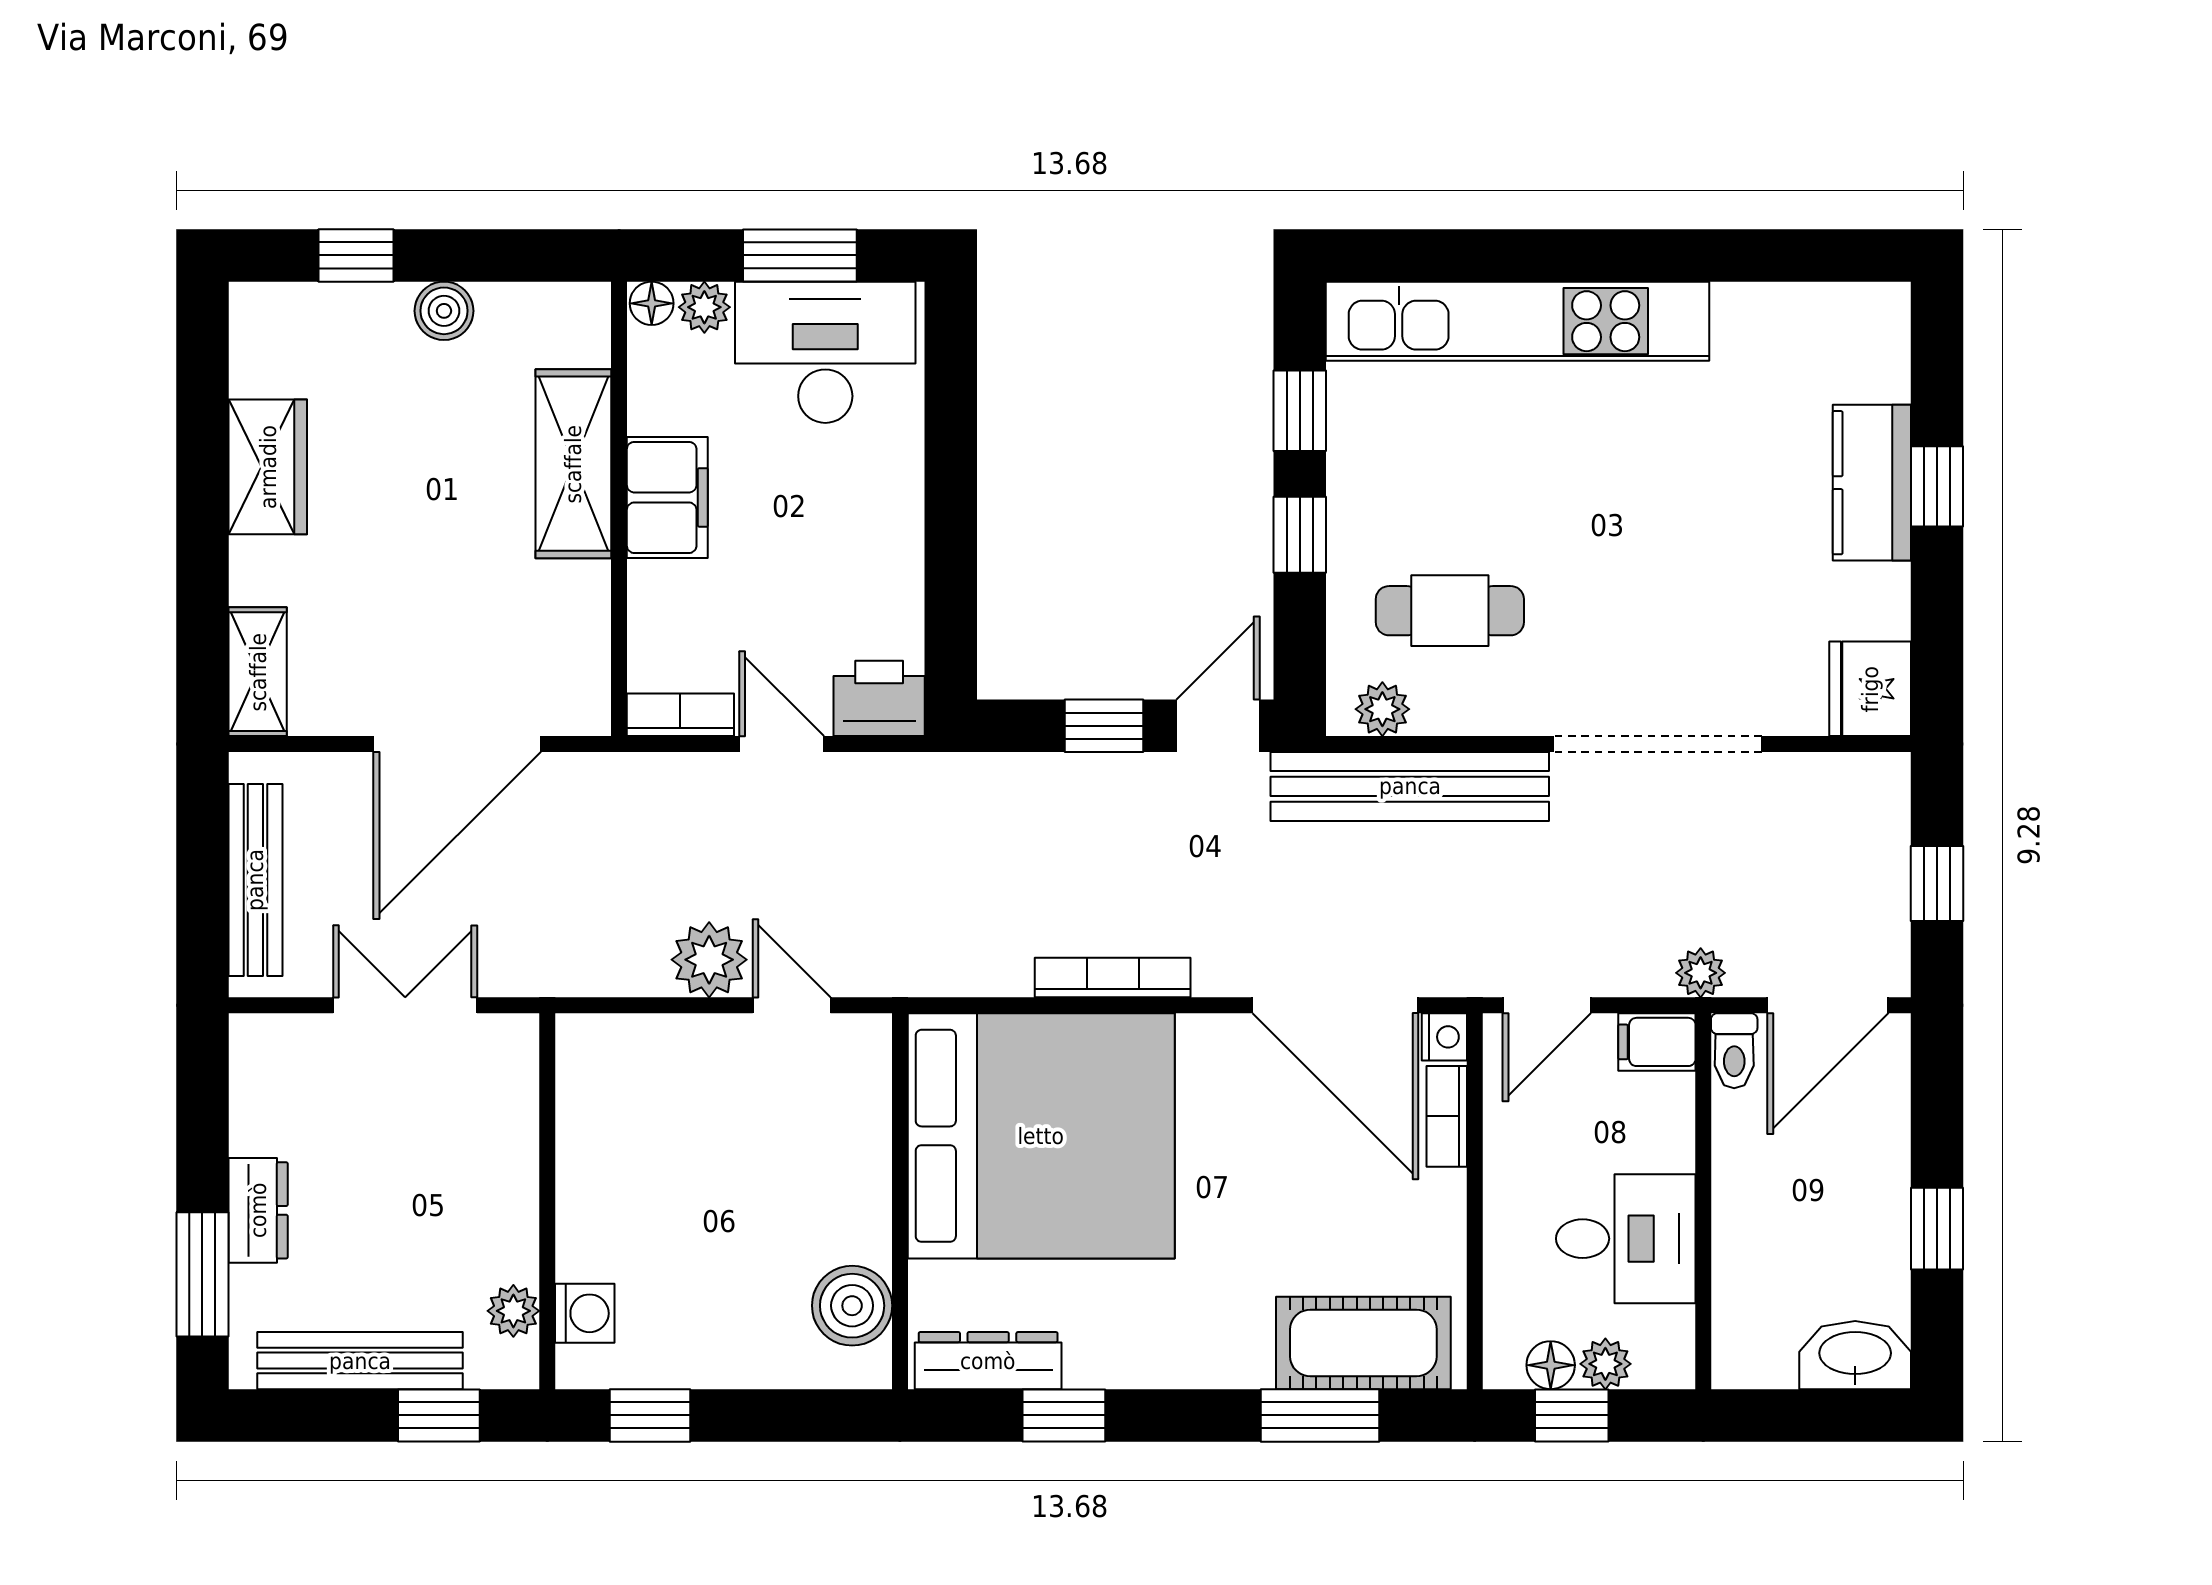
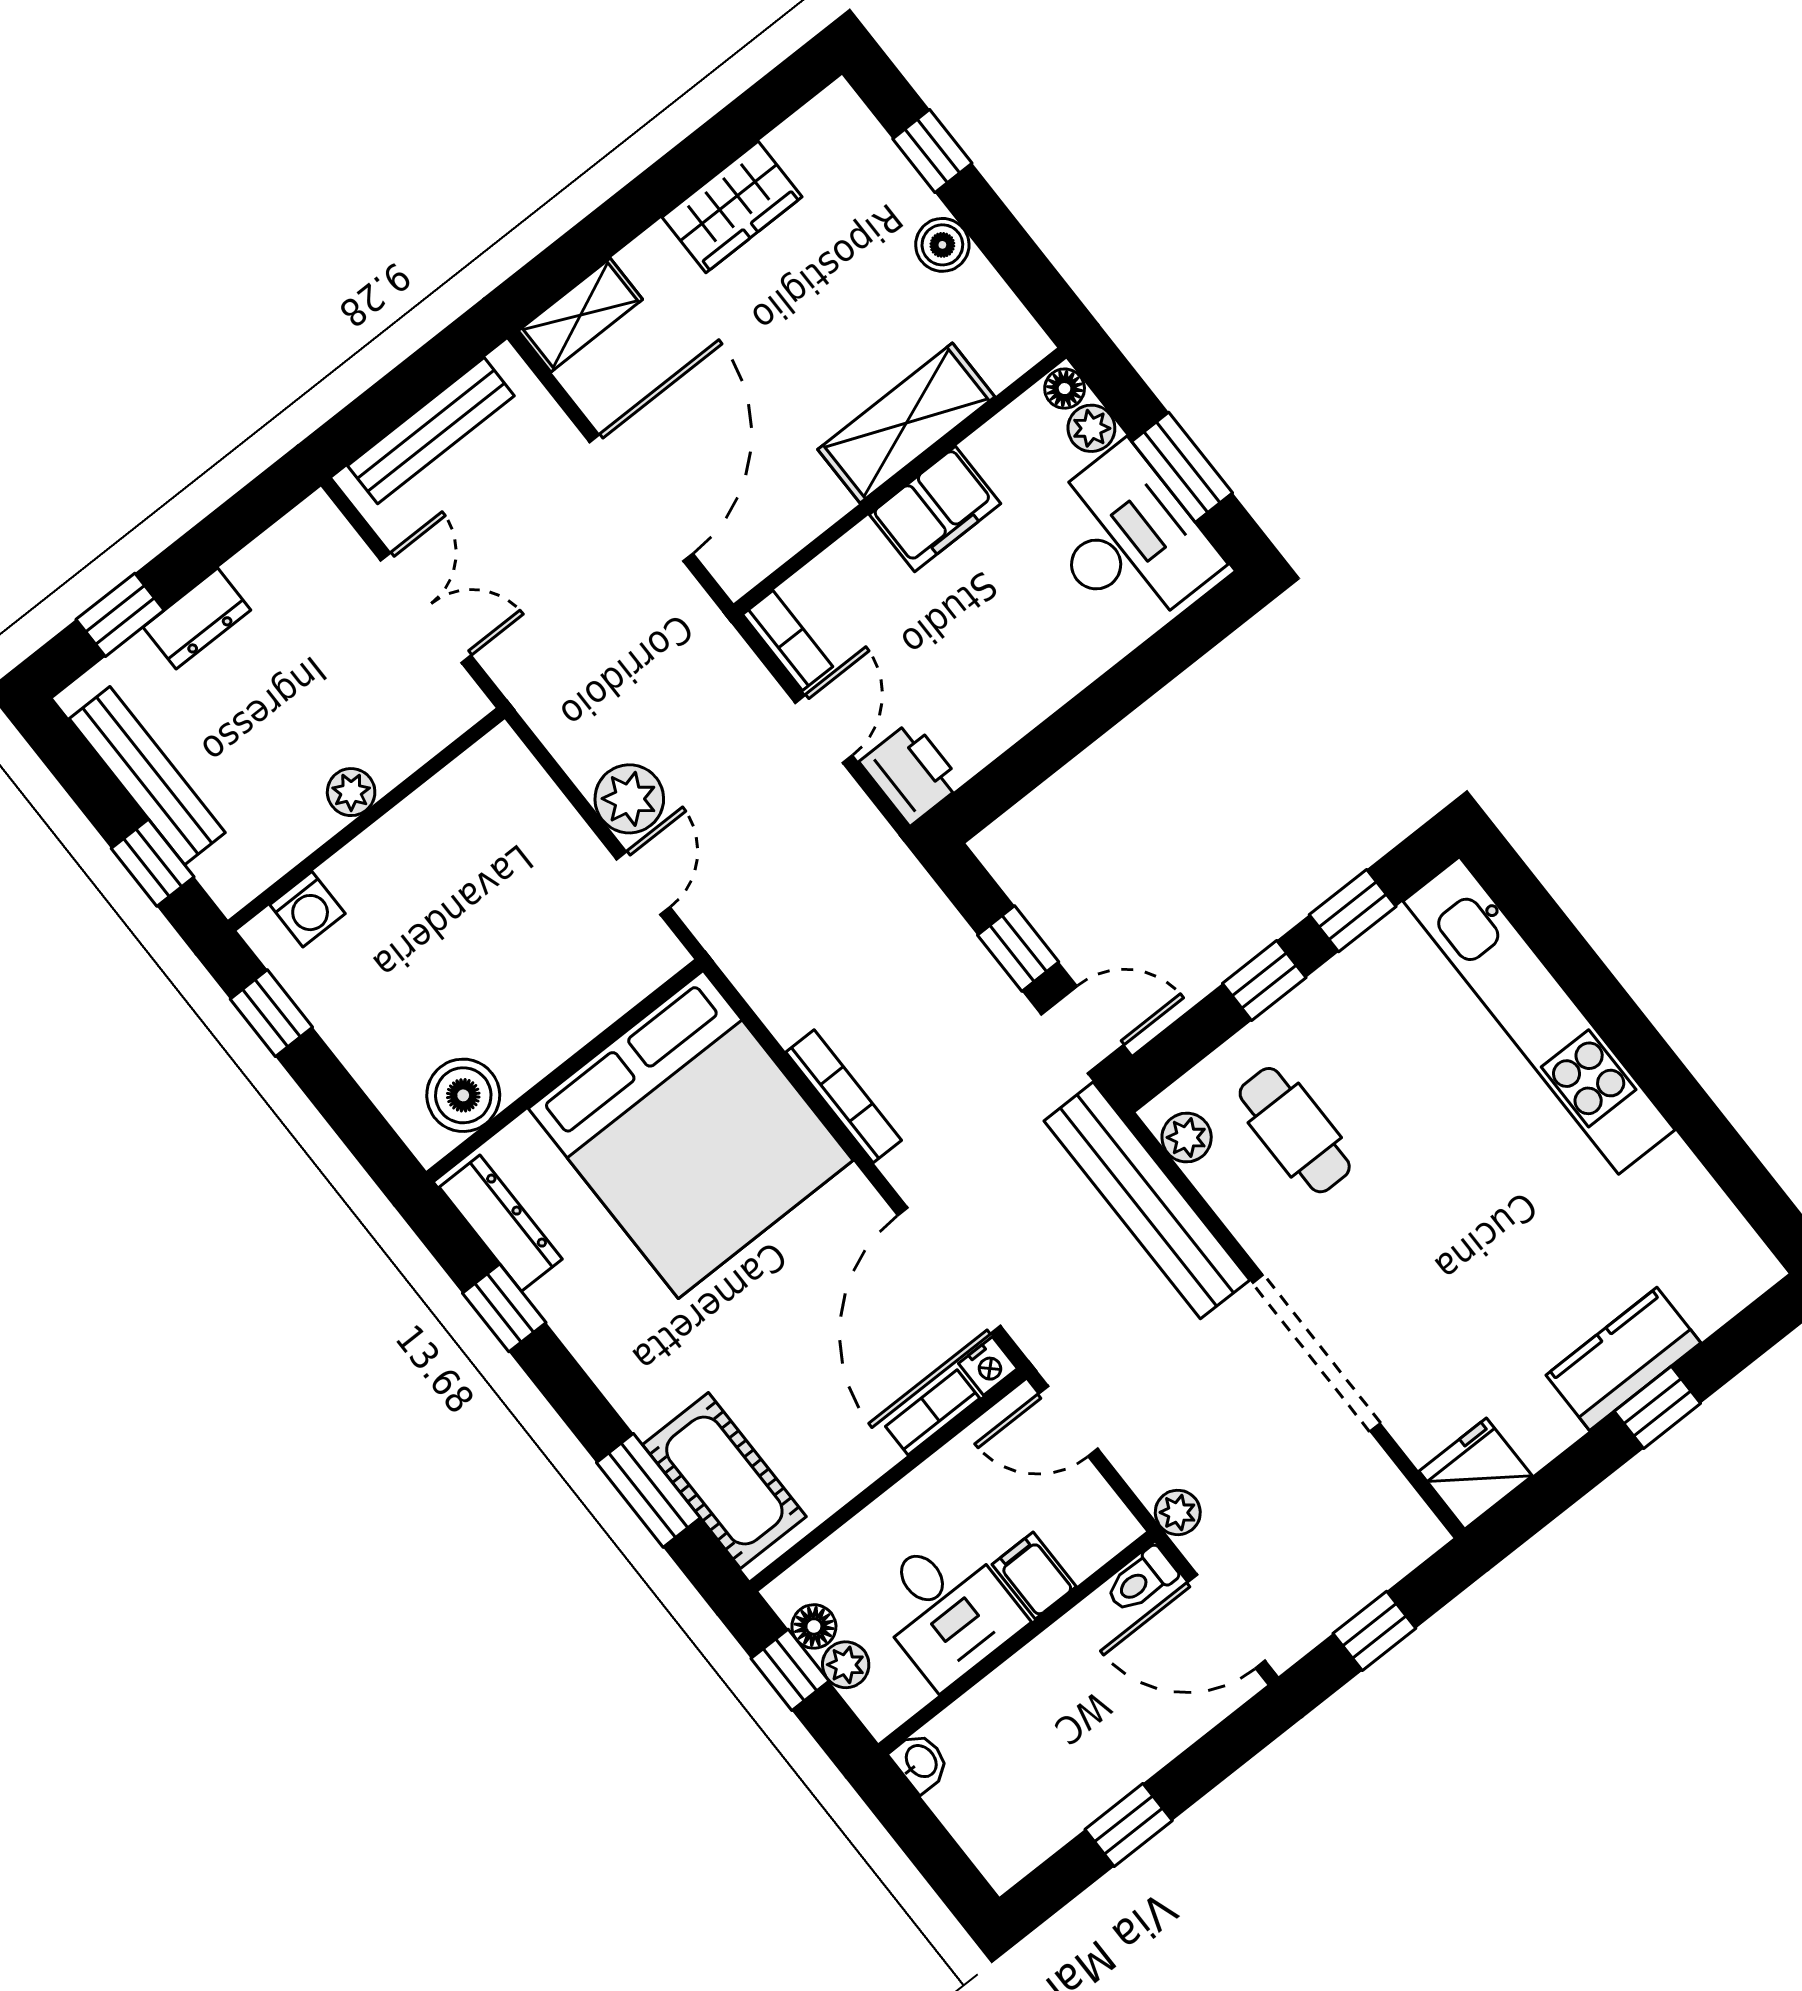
door: (457, 744) -> (641, 498), swing flipped
filing cabinet: (1657, 1042) -> (1034, 1575), moved
window: (202, 1274) -> (120, 615), width x0.67
plant: (513, 1311) -> (351, 792), moved
washbasin: (1855, 1355) -> (920, 1762), moved, width x0.52, depth x0.69

